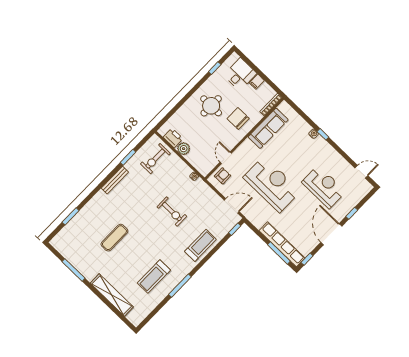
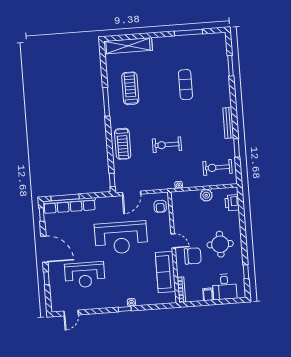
printer: (173, 138) -> (232, 203), moved, turned 90
door: (226, 158) -> (173, 241), moved
exercise bike: (155, 159) -> (217, 167), turned -90
shelving: (112, 295) -> (128, 46), moved

